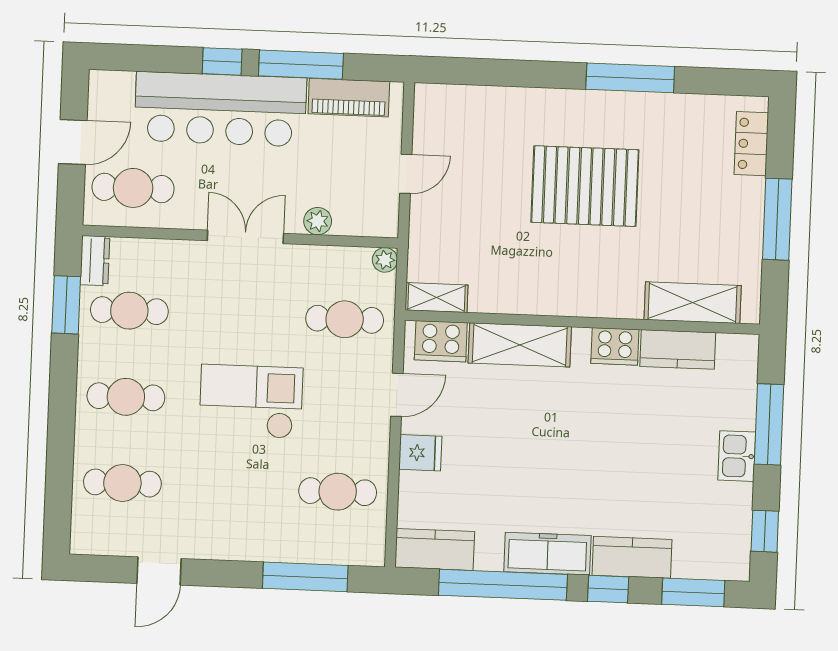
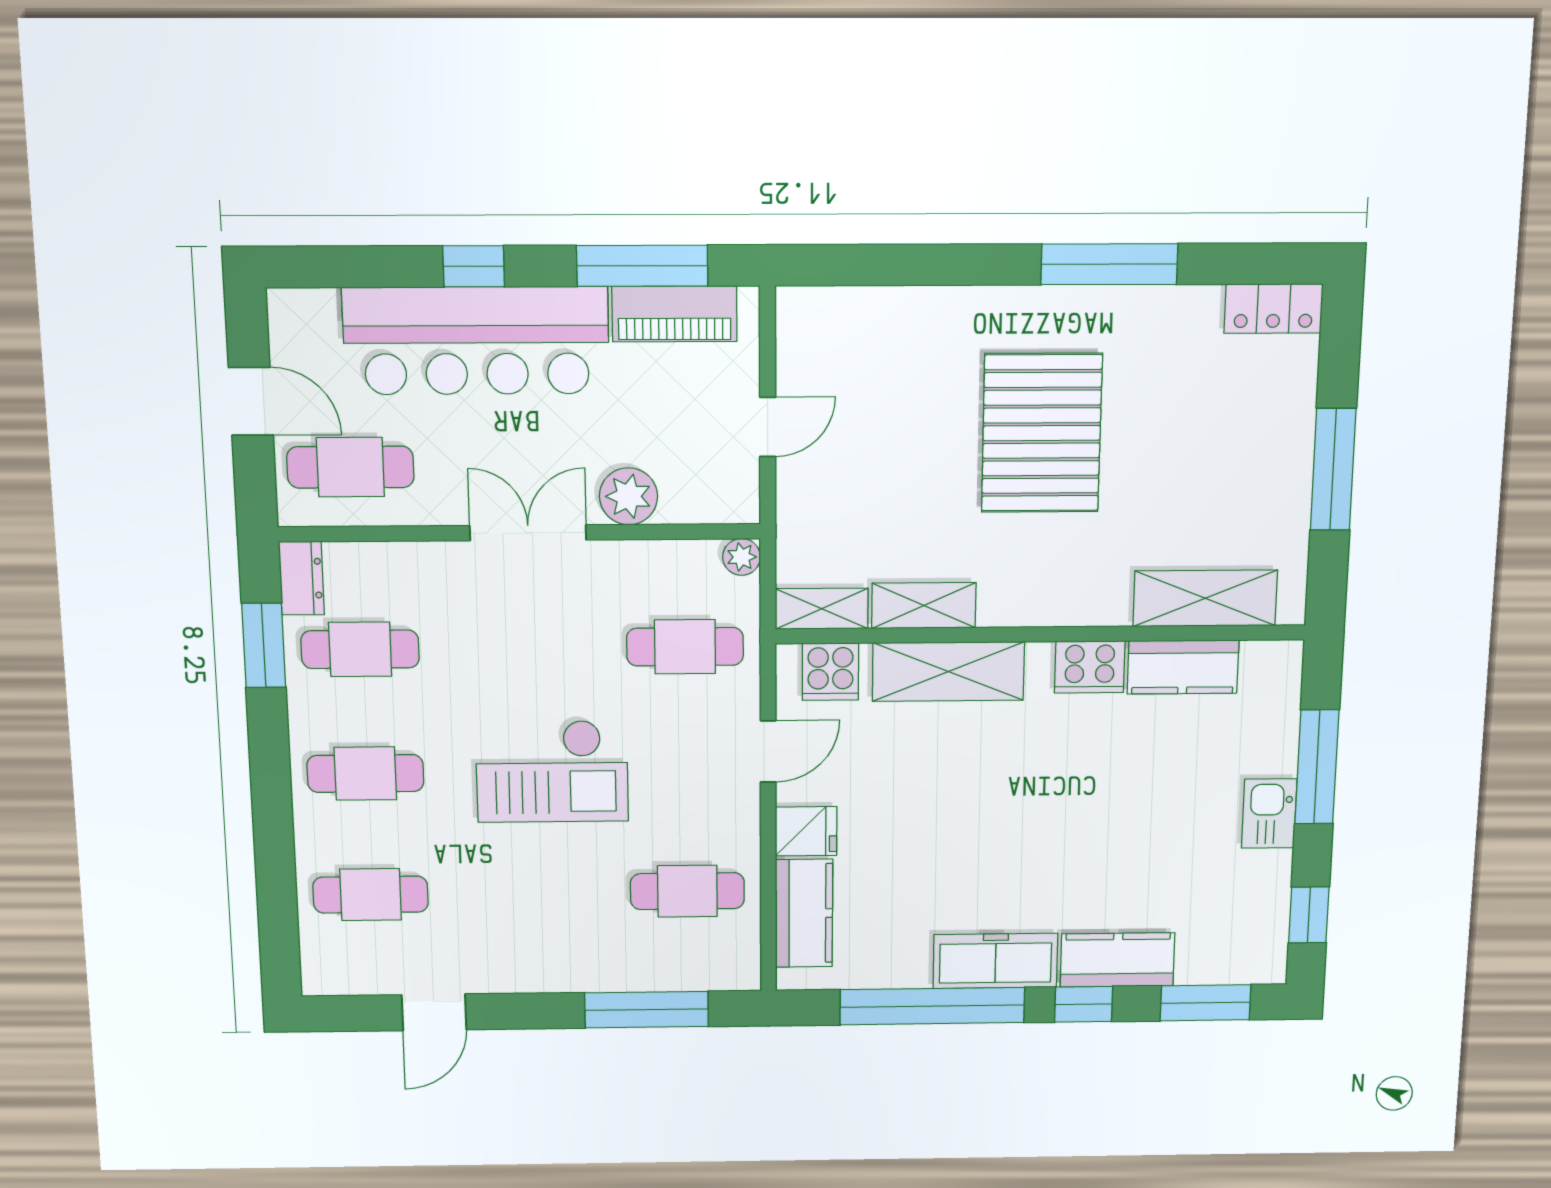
window: (301, 65) -> (642, 266), moved
door: (73, 142) -> (251, 401), hinge flipped
locker: (751, 144) -> (1274, 309), moved, turned -90
pallet: (585, 186) -> (1042, 433), turned 90
plant: (318, 221) -> (629, 496), width x1.38, depth x1.38
shelving: (505, 299) -> (924, 605), added
cooker: (441, 341) -> (830, 672), width x0.73
checkout: (251, 401) -> (552, 771), turned 180
kitchen counter: (435, 549) -> (804, 913), moved, turned 90

